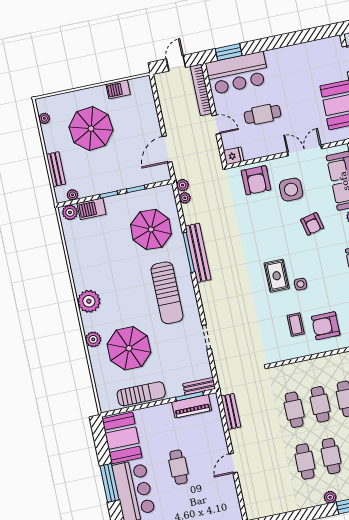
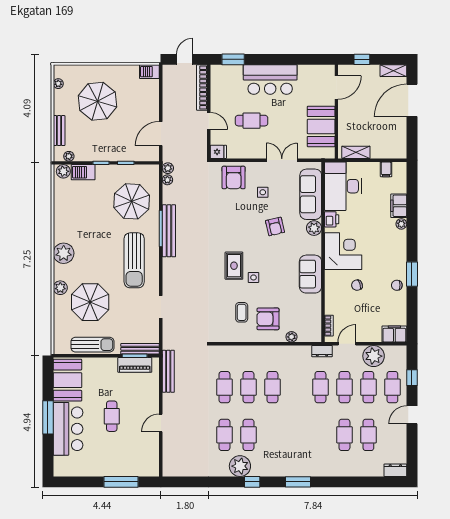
bar counter: (237, 73) -> (270, 80), moved
barbecue: (118, 89) -> (149, 72), moved
side table: (291, 190) -> (263, 192), width x0.54, depth x0.54
bench: (199, 386) -> (140, 349), width x1.36
bench: (231, 411) -> (168, 371), width x1.36
plant: (330, 497) -> (240, 466), width x1.87, depth x1.87

